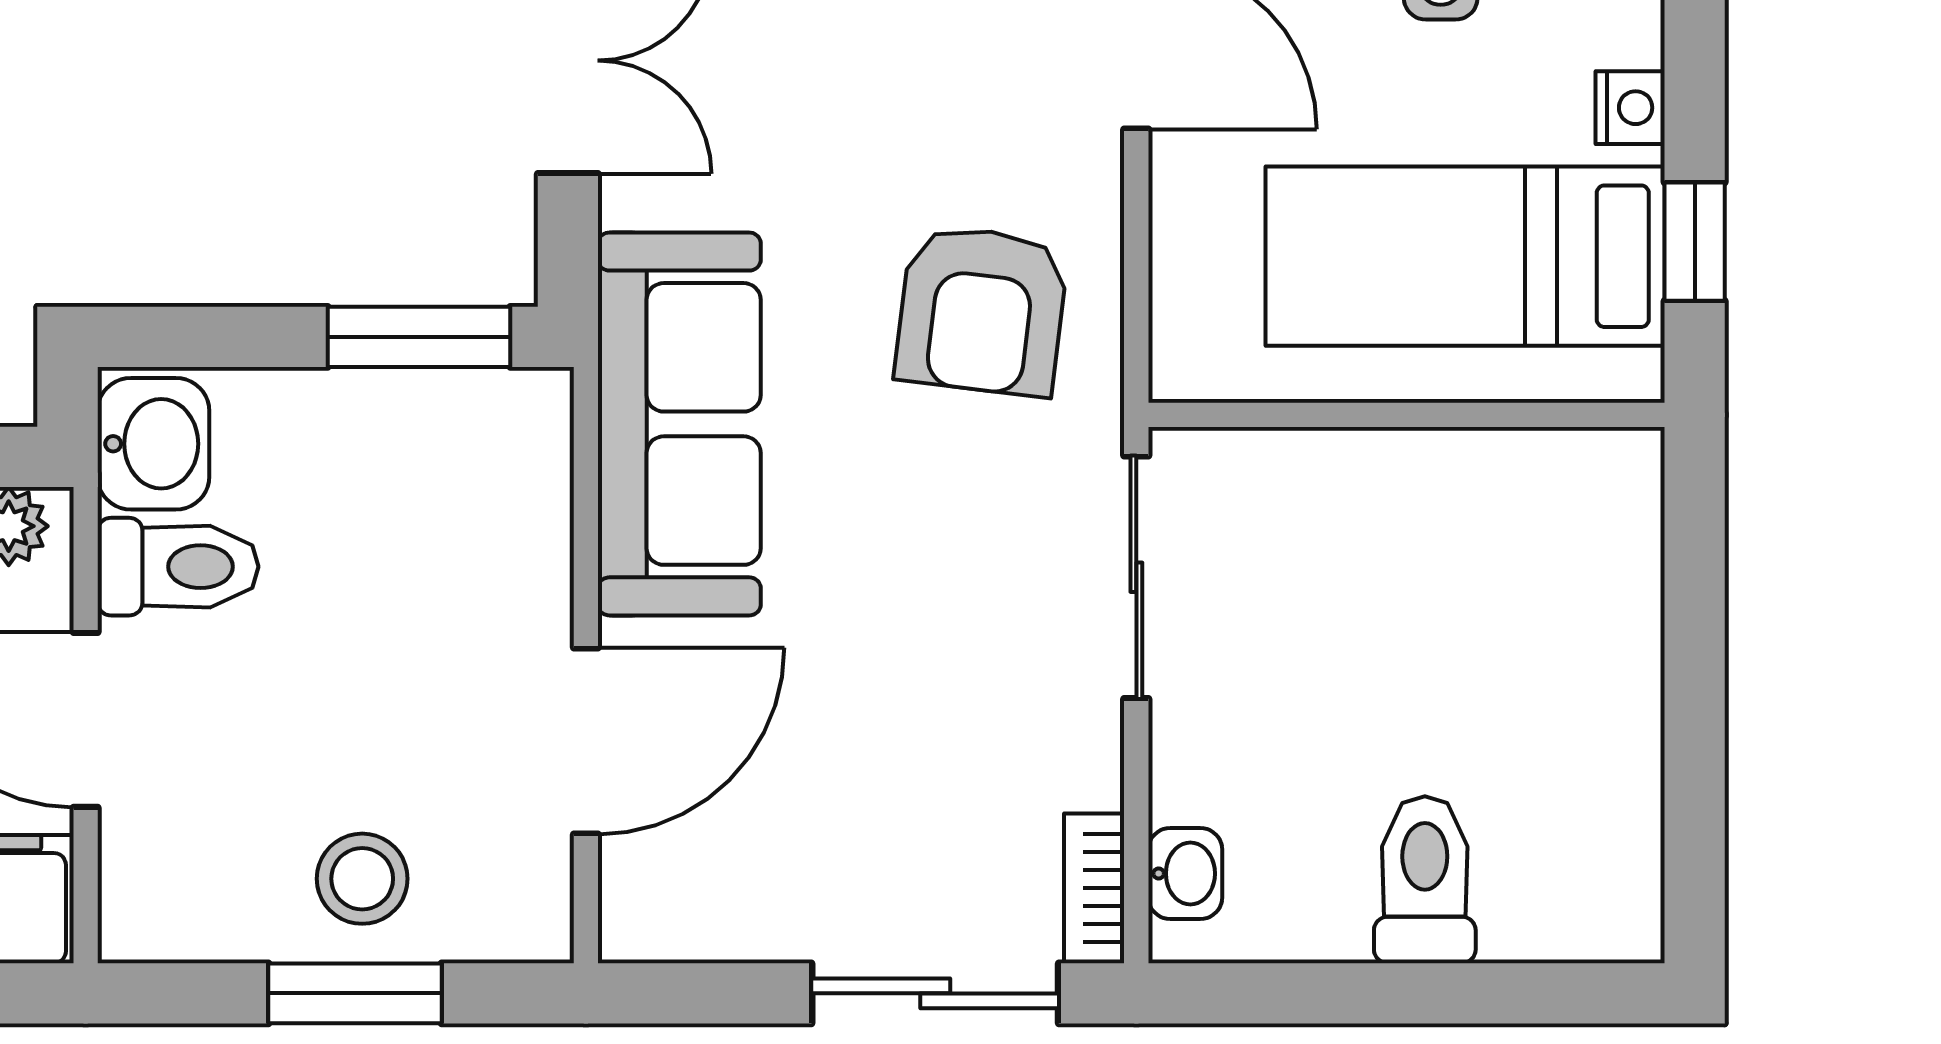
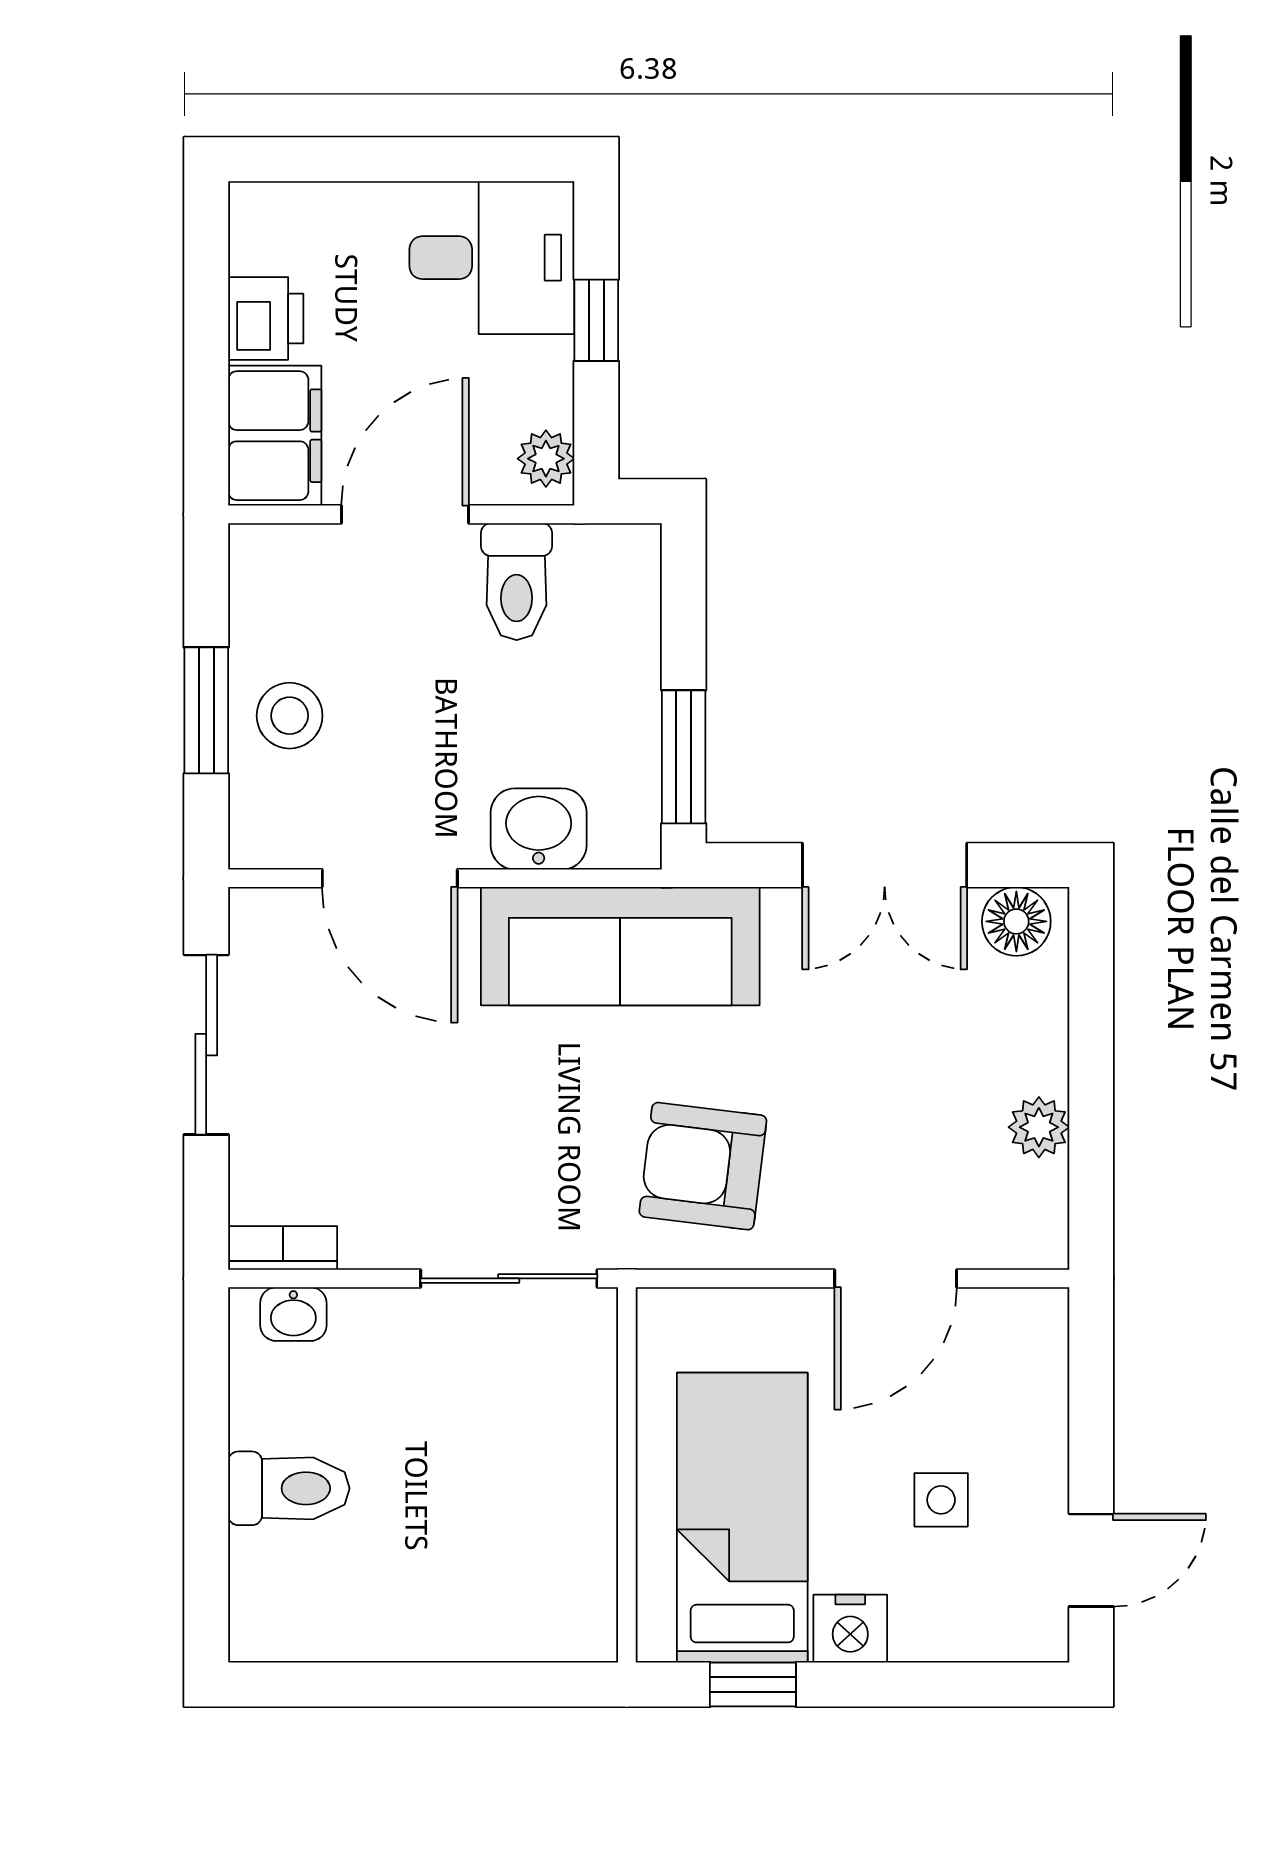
nightstand: (1630, 108) -> (850, 1629), width x1.39, depth x1.35
washbasin: (153, 444) -> (539, 829), moved, turned 180
sliding door: (935, 993) -> (206, 1045), moved

